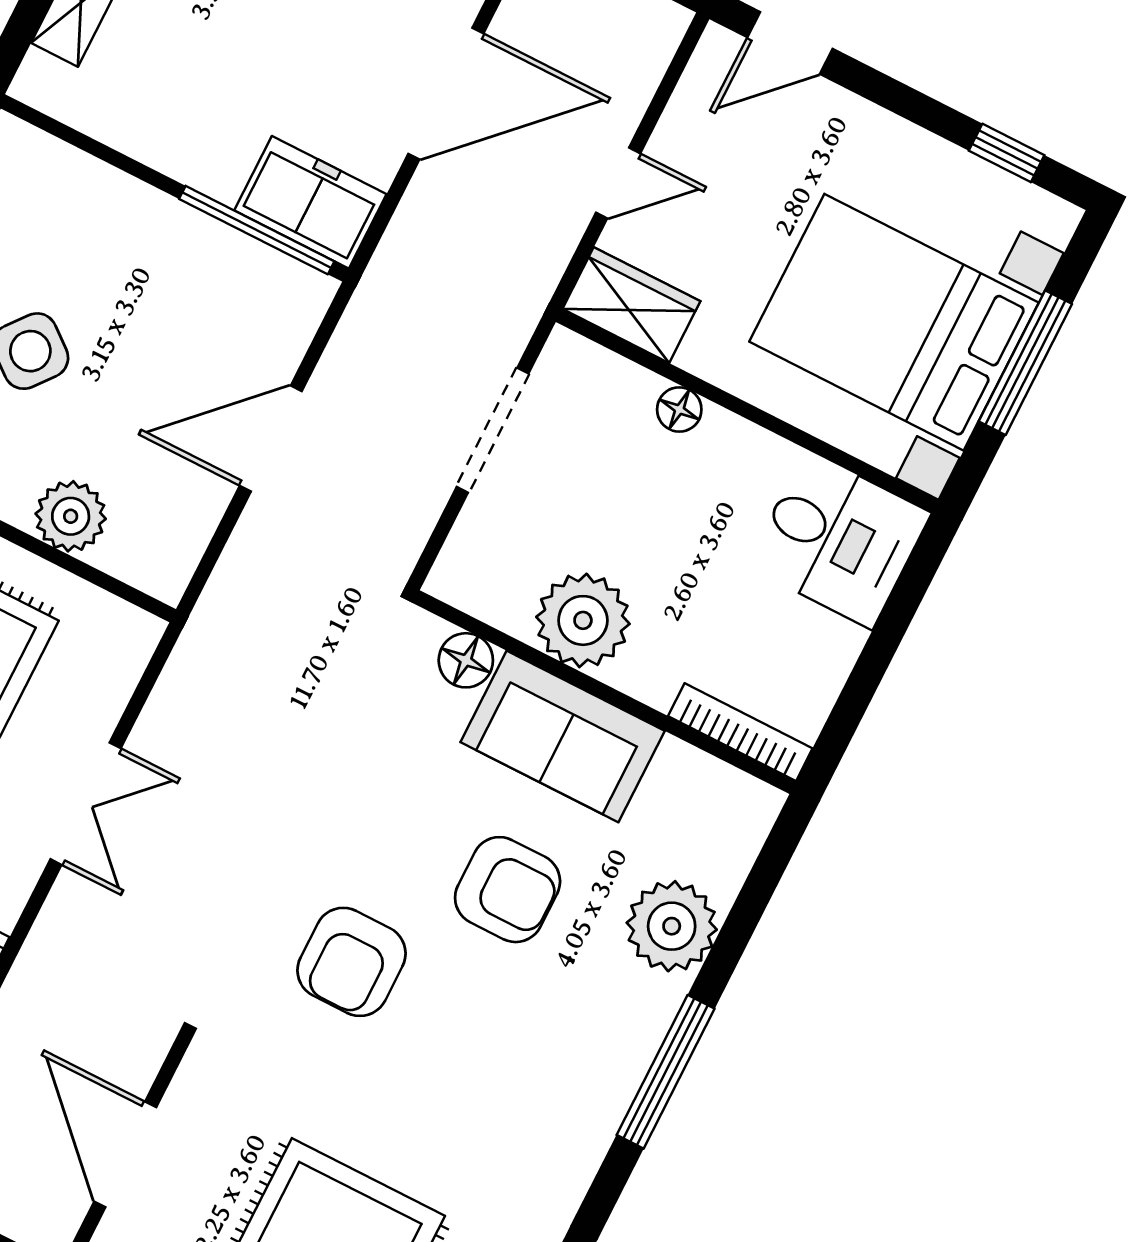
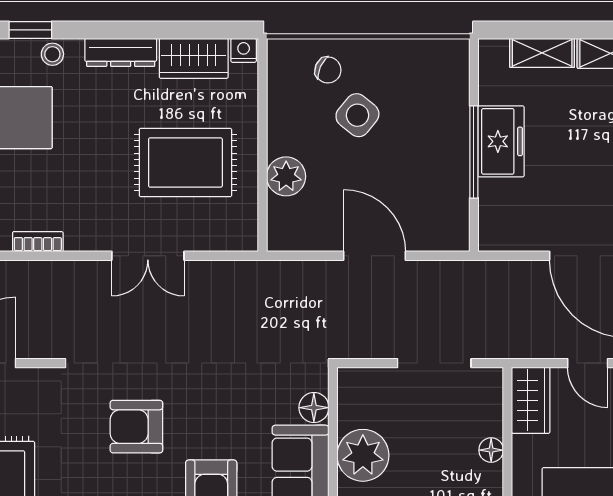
freezer: (310, 202) -> (501, 141), moved
window: (257, 230) -> (474, 152), moved

